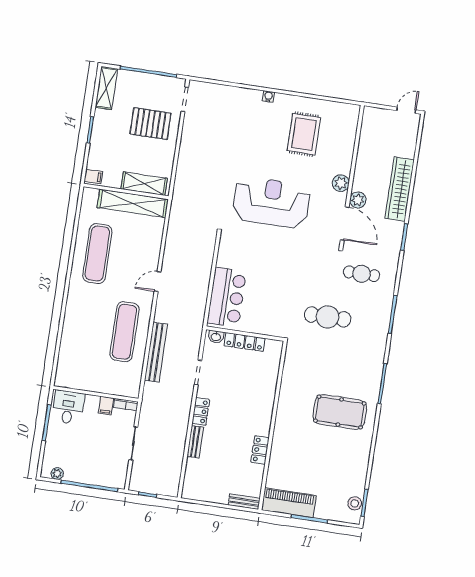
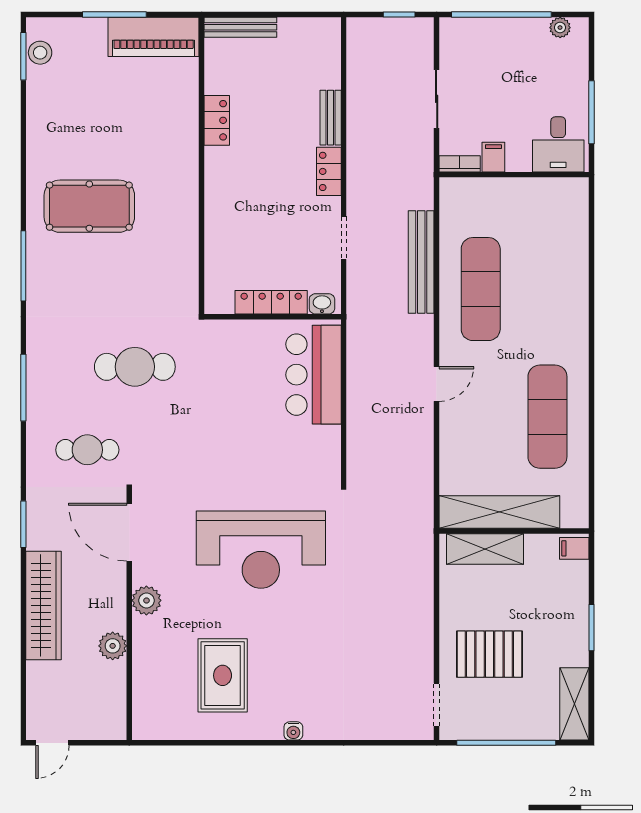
plant: (358, 200) -> (113, 646), moved
bench: (244, 502) -> (240, 27), width x1.36

